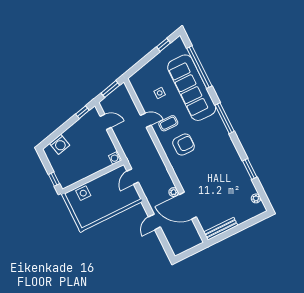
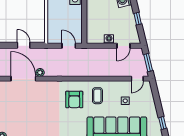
window: (82, 112) -> (138, 19), moved
door: (146, 120) -> (137, 79), moved
washing machine: (115, 158) -> (109, 39), moved
door: (188, 206) -> (23, 79), hinge flipped

